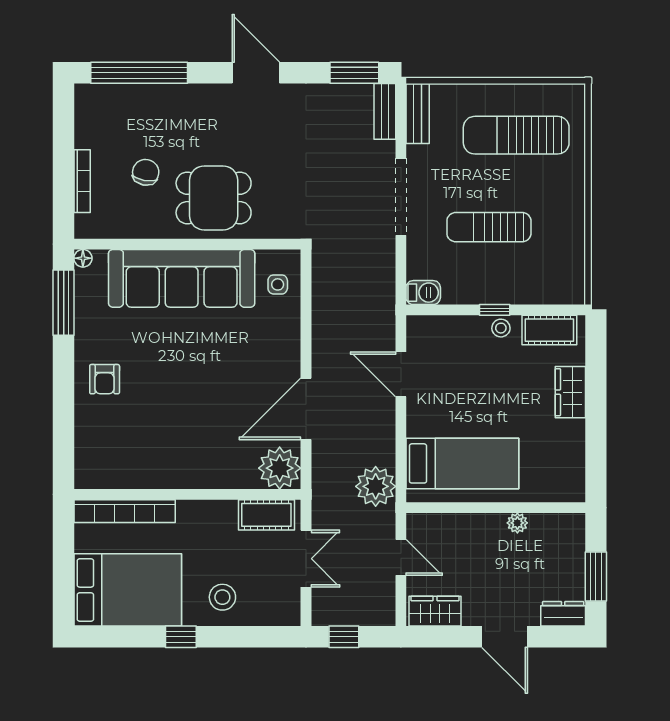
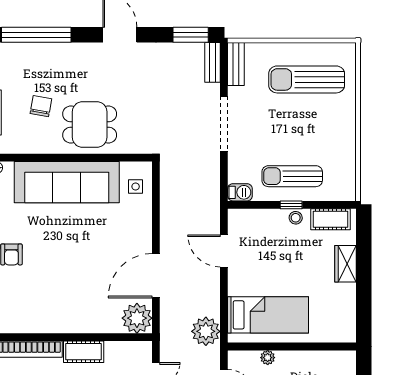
sun lounger: (489, 227) -> (292, 176), moved
cot: (266, 515) -> (84, 352), moved
plant: (517, 523) -> (268, 358), moved

